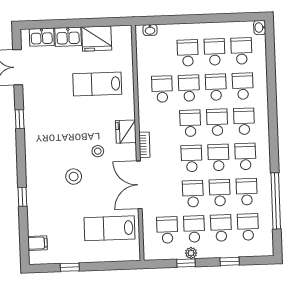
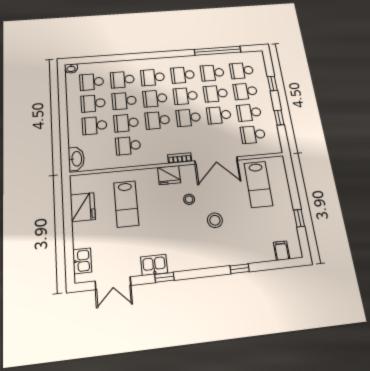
washbasin: (150, 30) -> (76, 159), width x1.91, depth x1.45
kitchen sink: (68, 37) -> (154, 265), moved, turned -90
plant: (191, 253) -> (270, 114), removed

